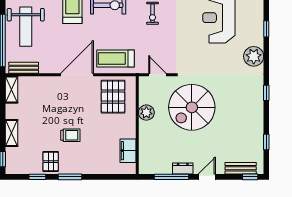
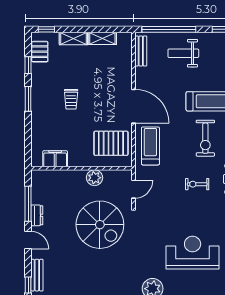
weight bench: (26, 27) -> (183, 53), width x0.73, depth x0.75
shelving: (11, 90) -> (102, 38), moved
spiral stairs: (192, 107) -> (100, 225), turned 180
pallet: (51, 162) -> (40, 52), moved, turned 90

